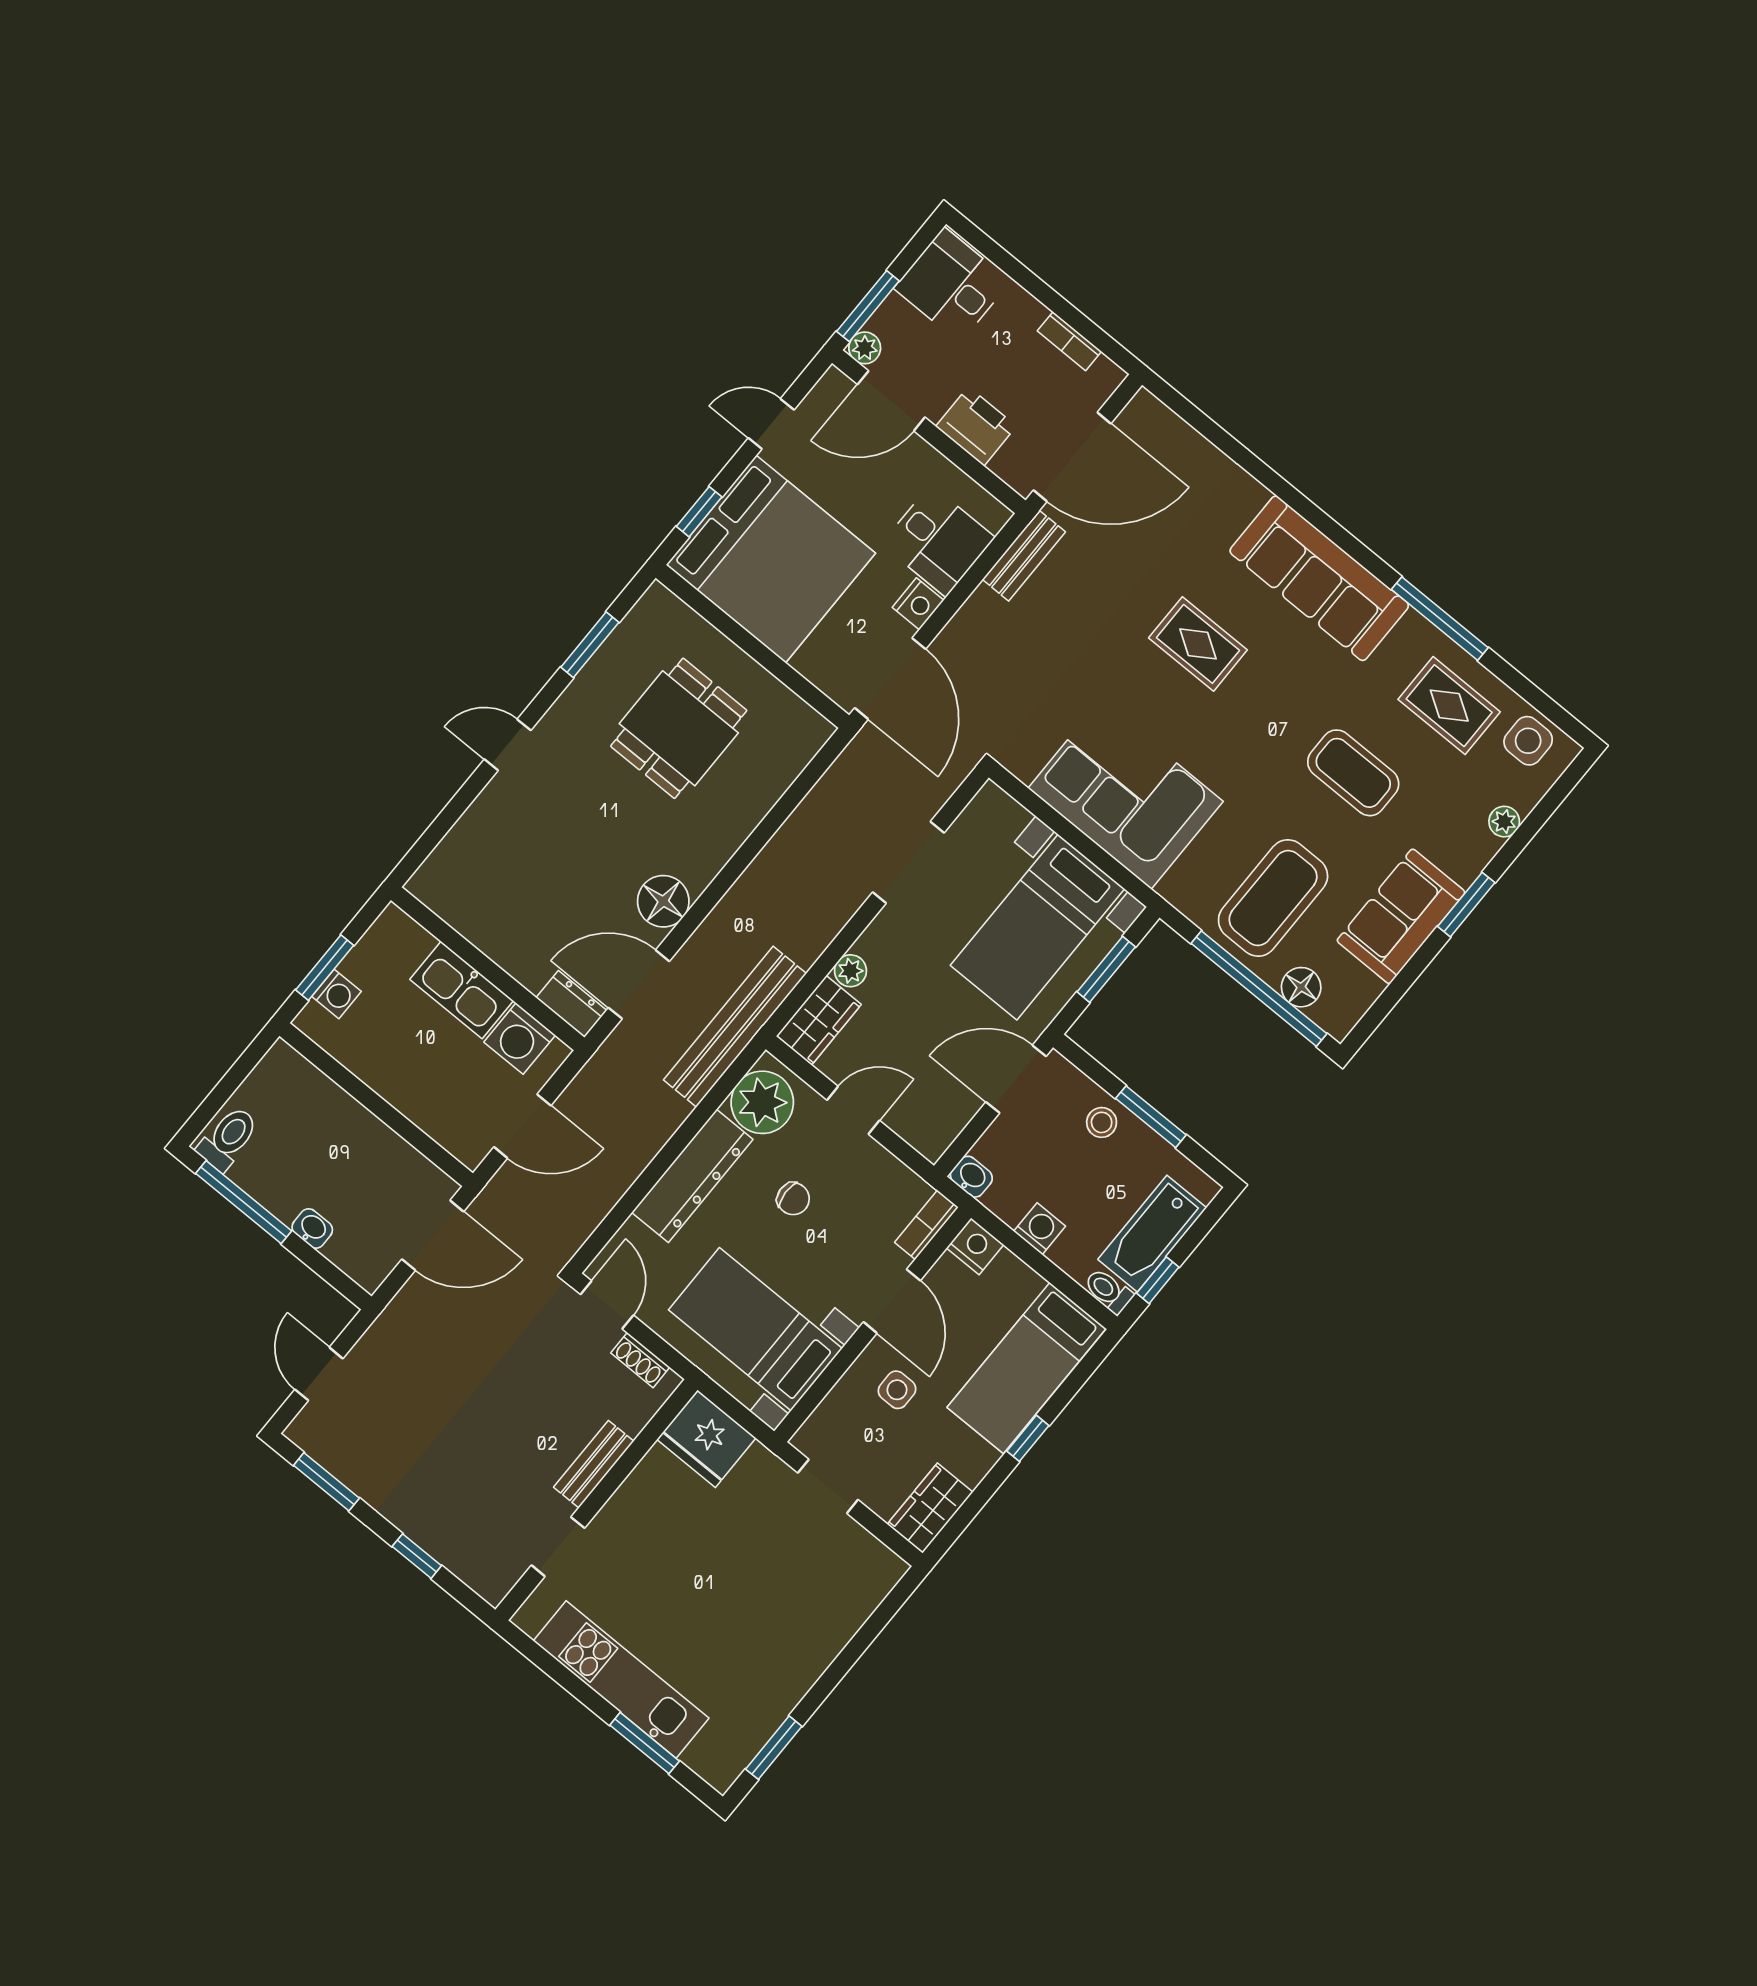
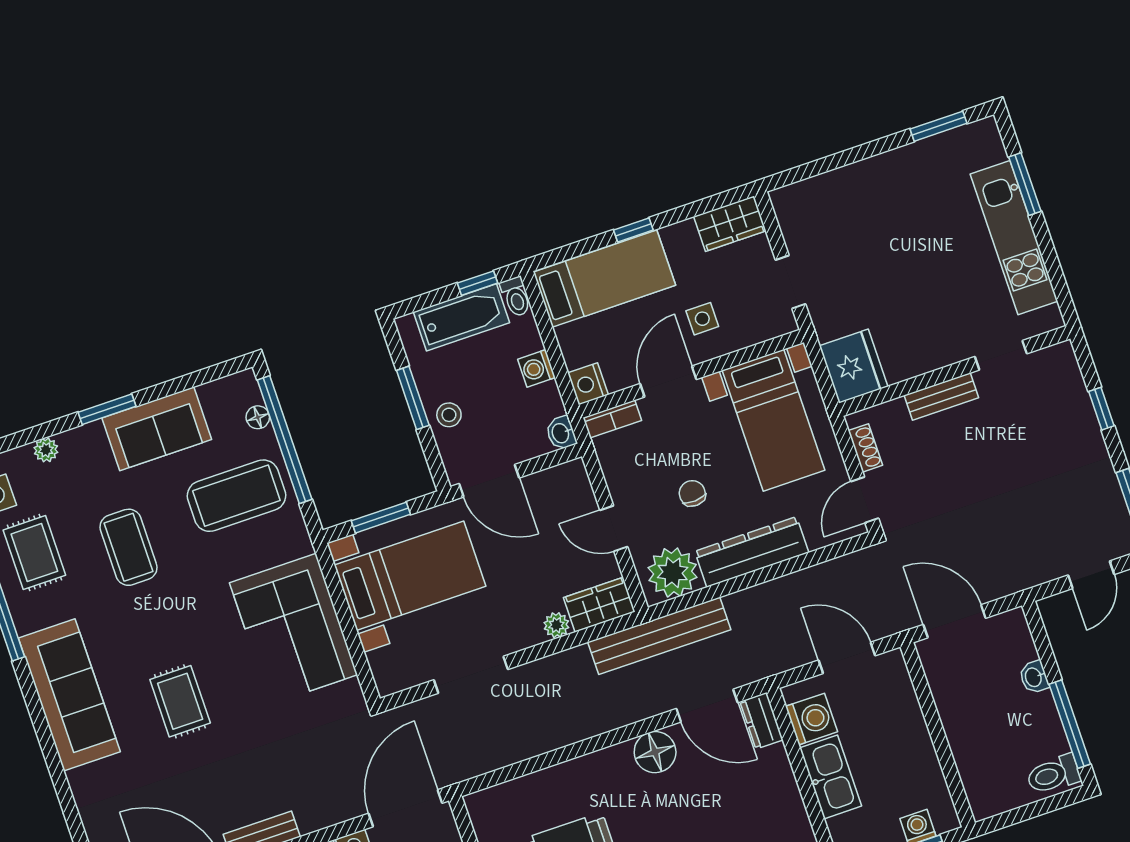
floor lamp: (1301, 987) -> (258, 417), width x0.73, depth x0.73

